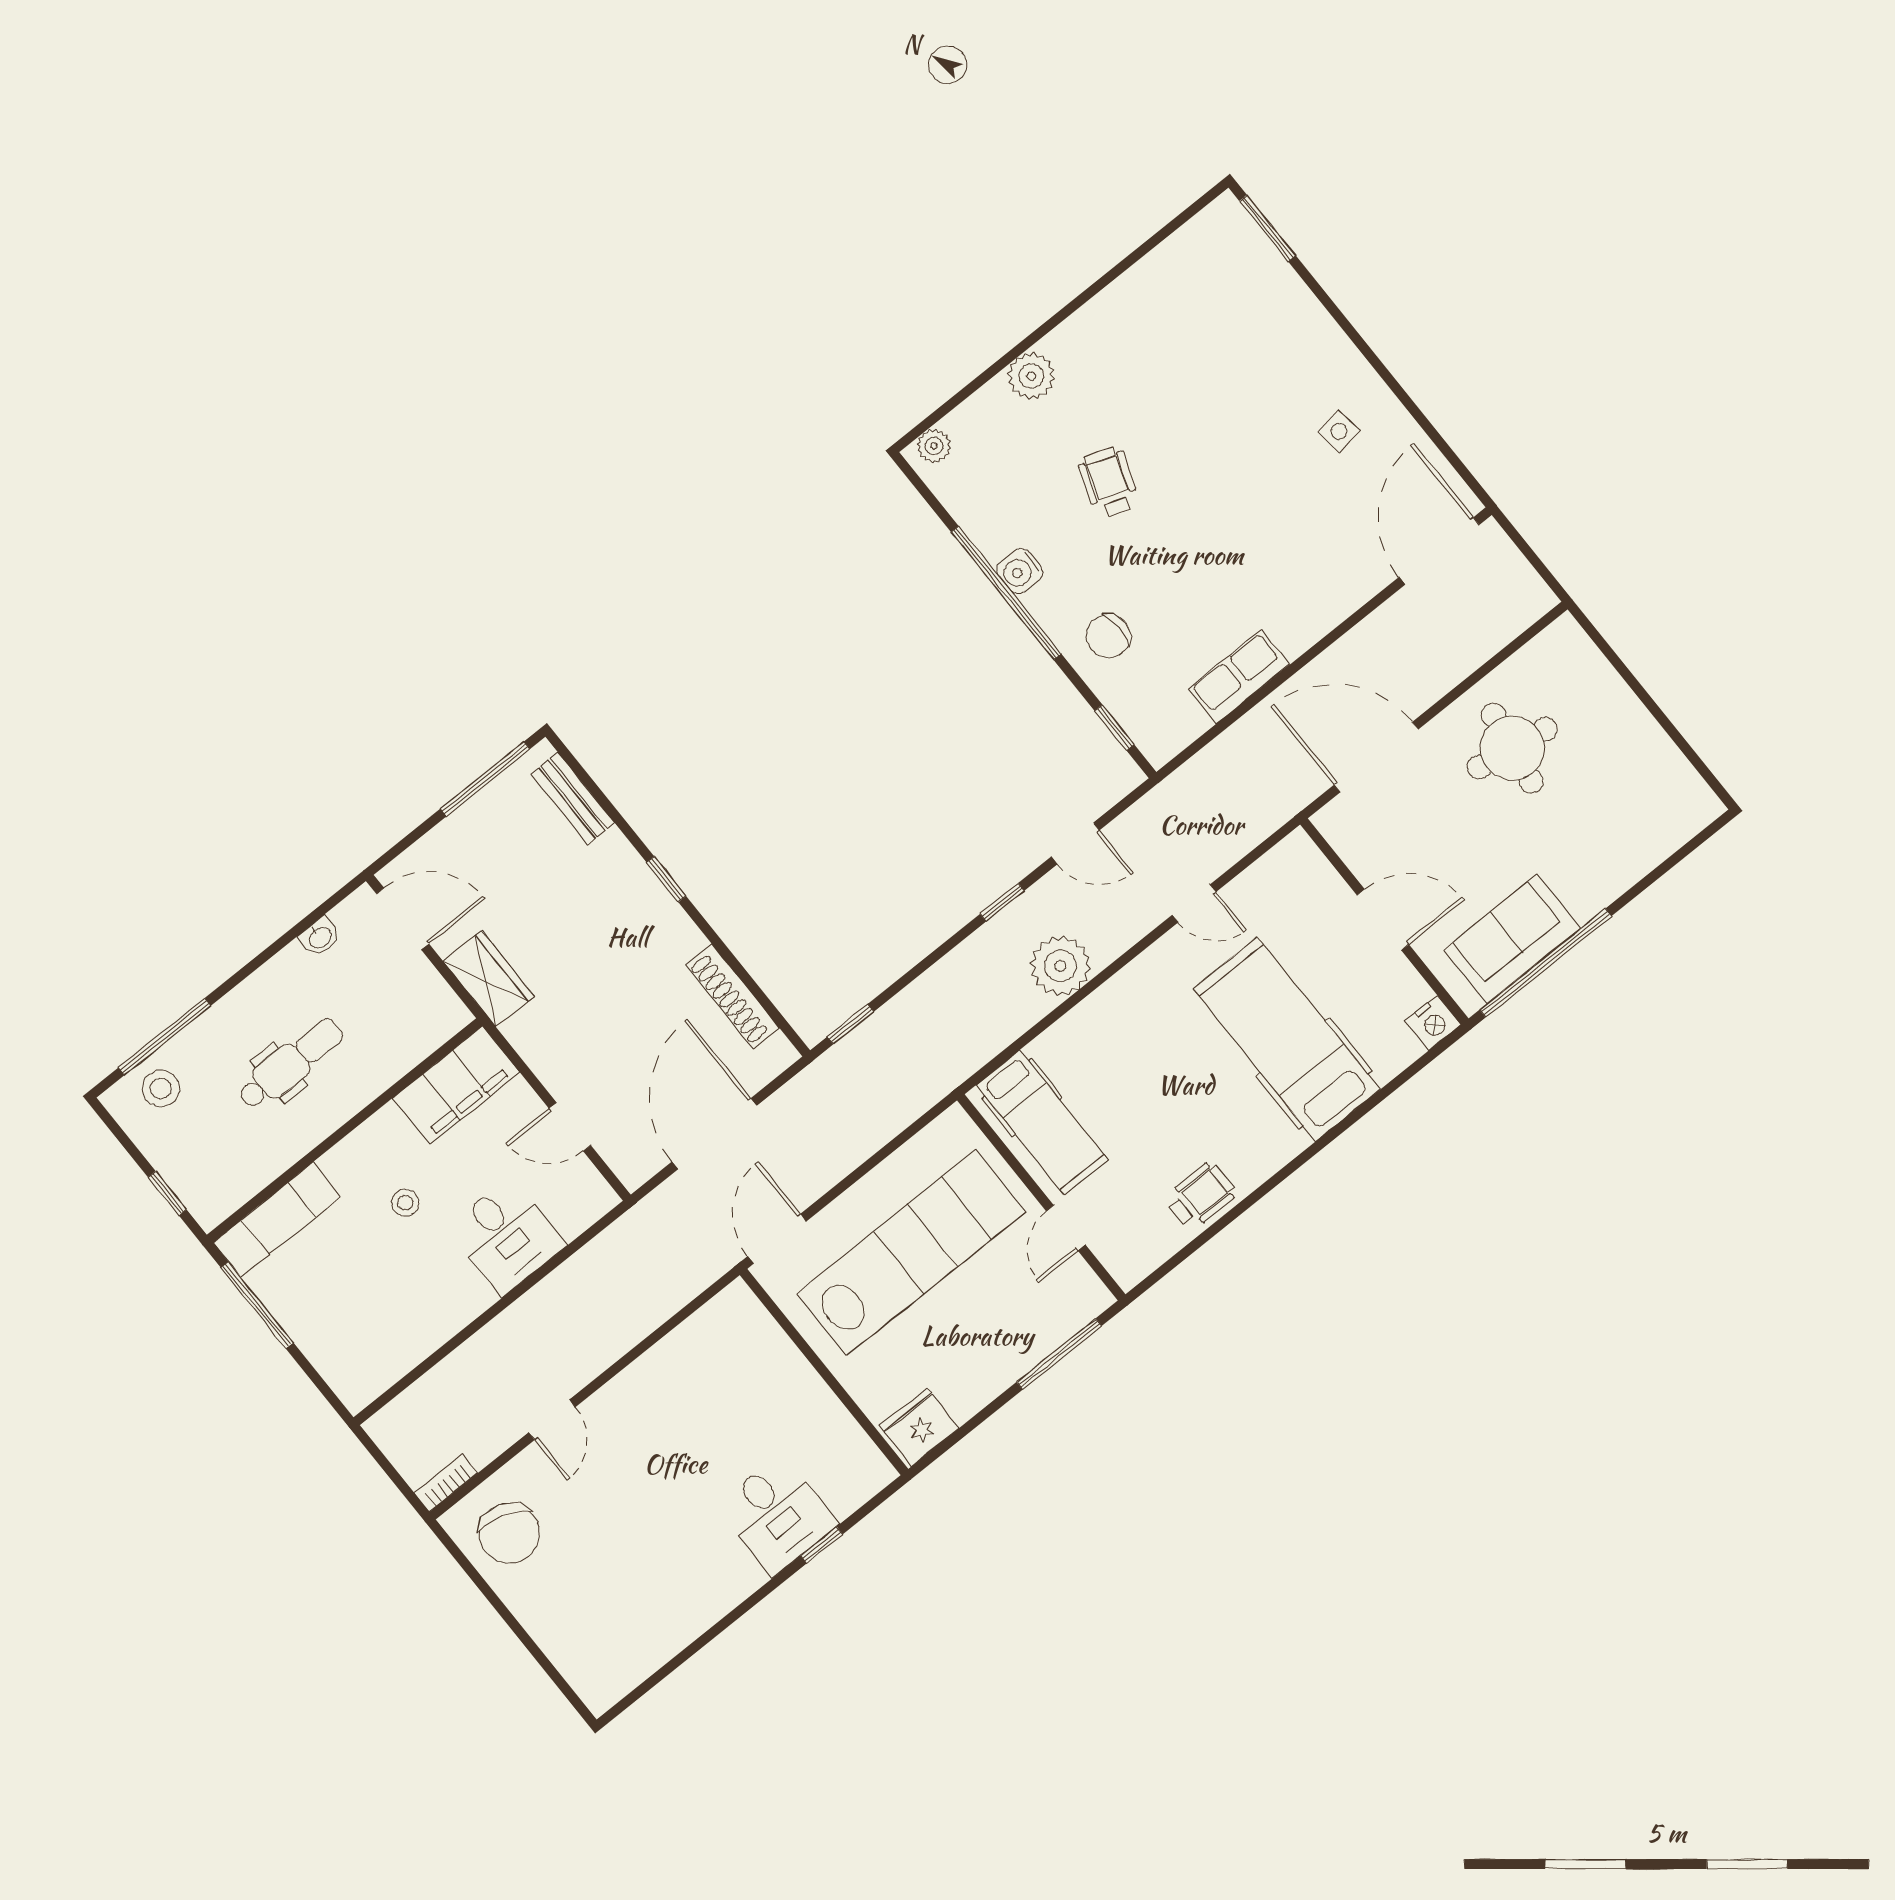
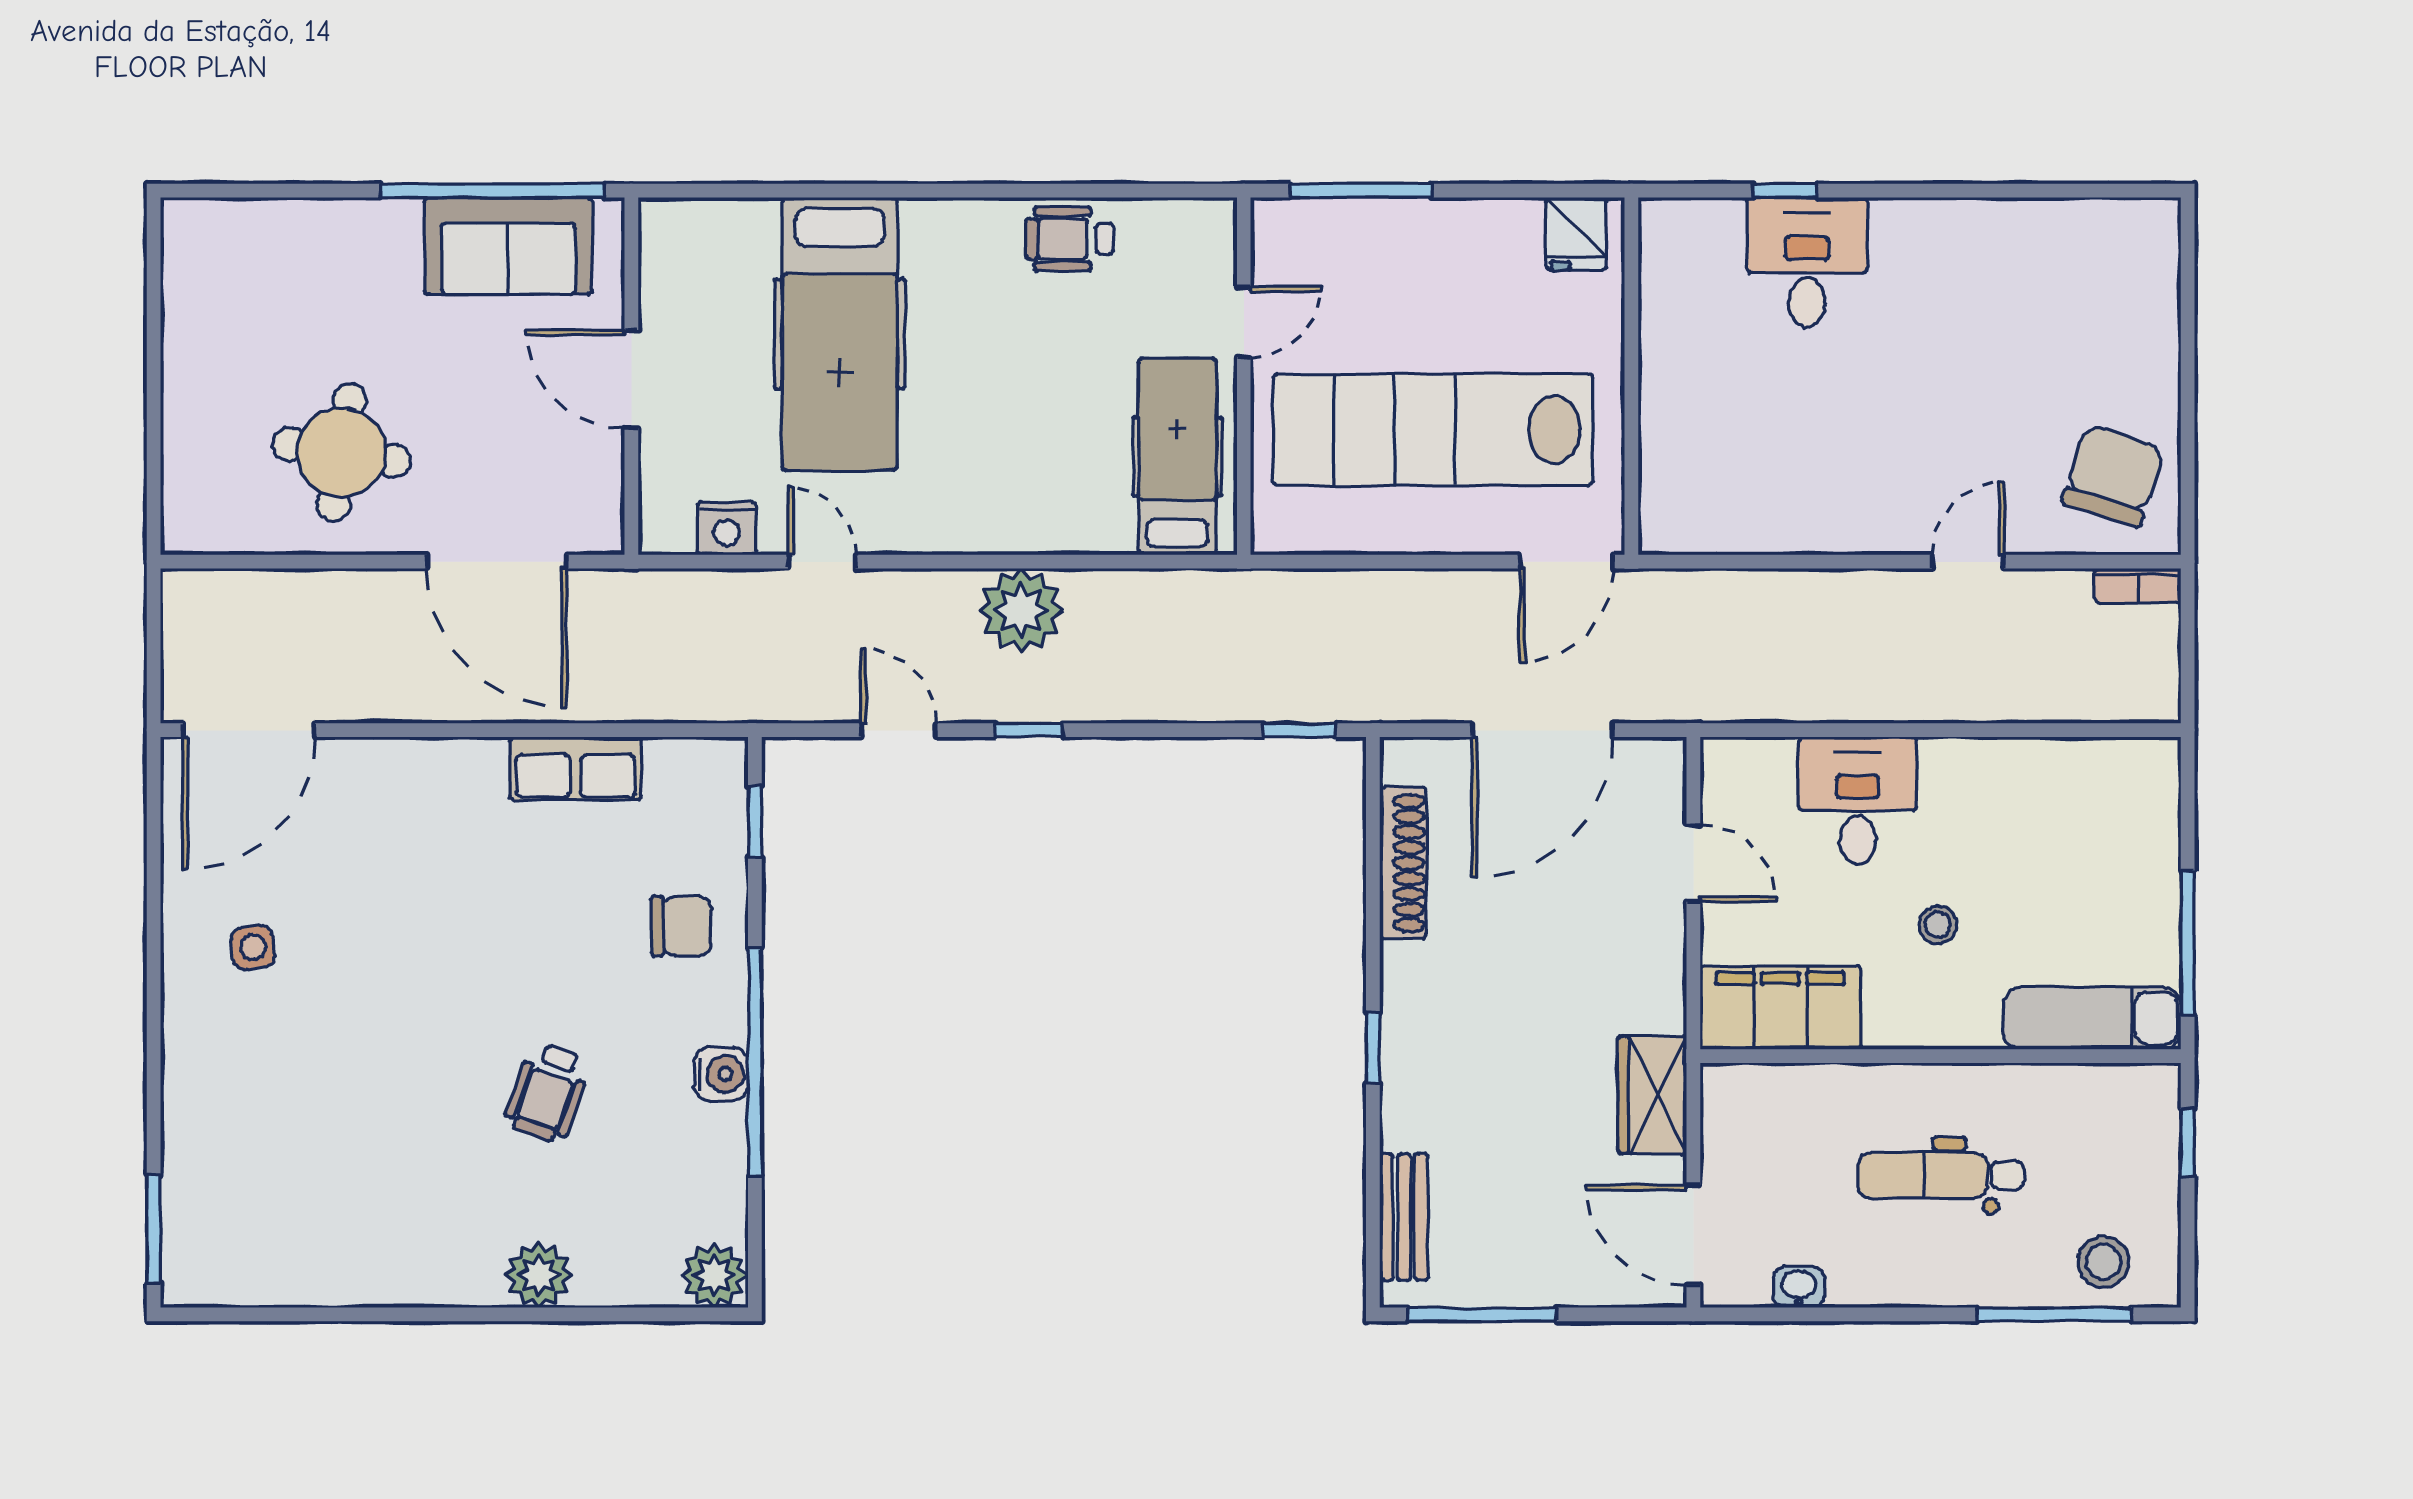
plant: (934, 446) -> (714, 1276), width x1.38, depth x1.38
nightstand: (1433, 1023) -> (727, 528), moved, turned 180
fridge: (919, 1427) -> (1576, 234), width x0.72

